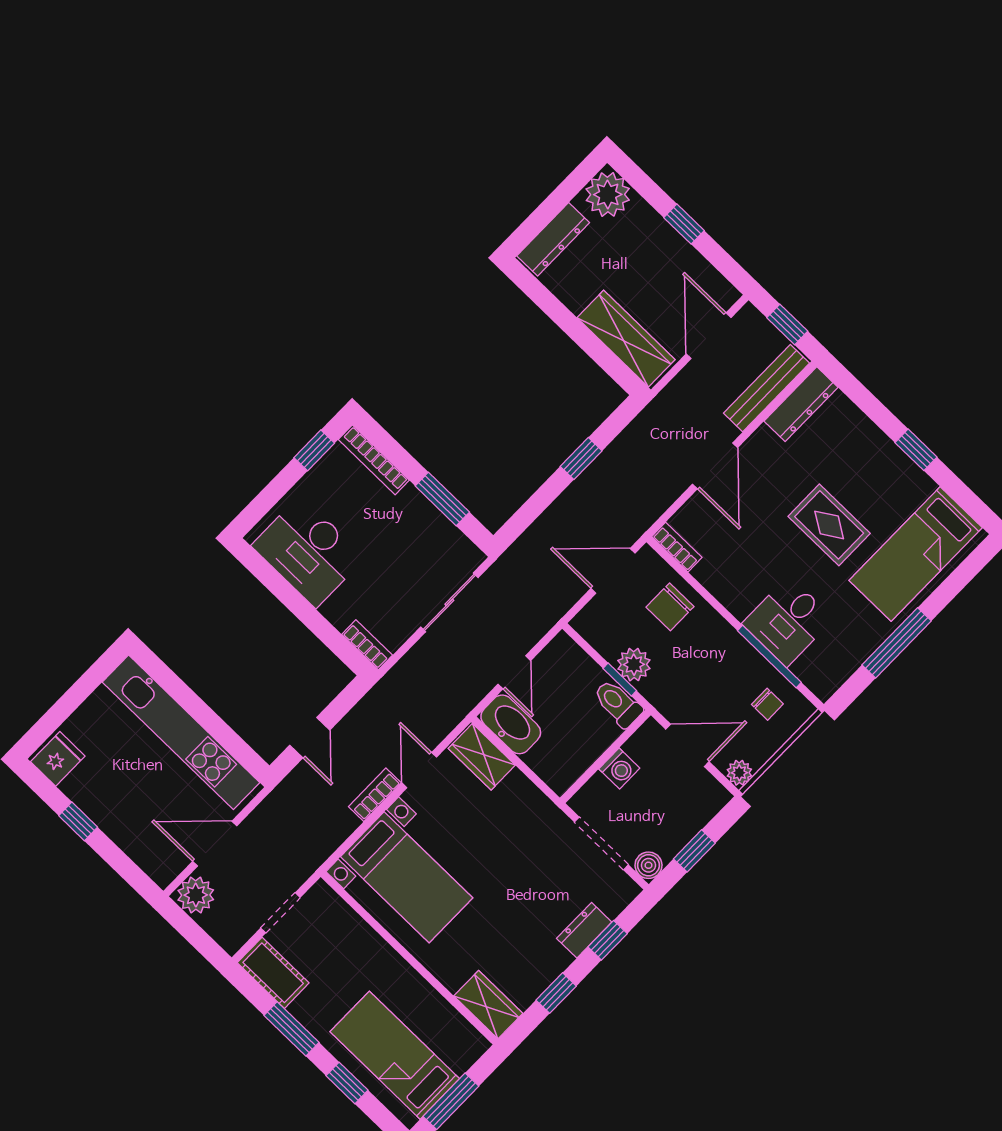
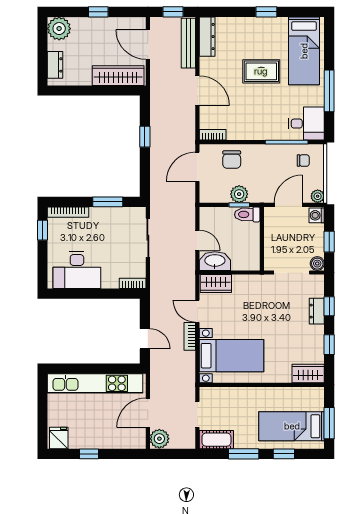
dresser: (553, 239) -> (55, 65), width x0.70
desk: (788, 621) -> (306, 124), moved, turned -90
washing machine: (619, 768) -> (317, 215), moved, turned 180

